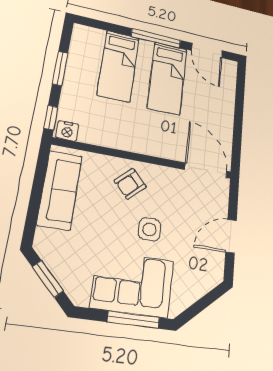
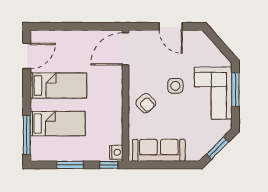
window: (156, 38) -> (27, 135), moved

